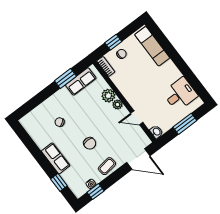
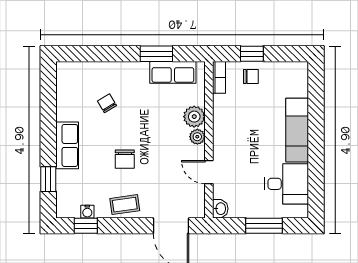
exam couch: (152, 46) -> (297, 130), moved

